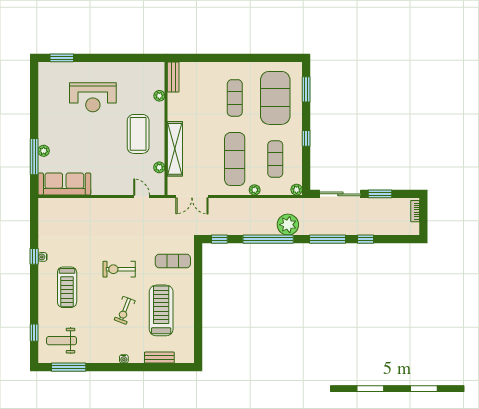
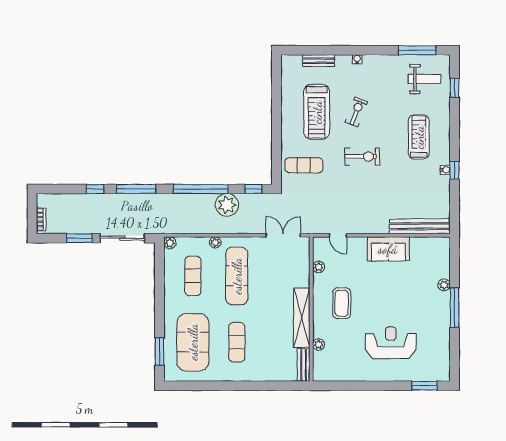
coffee table: (138, 134) -> (342, 303), width x0.73, depth x0.76
window: (306, 138) -> (159, 298), removed
shelving: (175, 149) -> (302, 318), moved
window: (34, 157) -> (454, 308), moved
sofa: (64, 184) -> (388, 249), moved, width x0.73
bench: (66, 205) -> (420, 226), added
plant: (288, 225) -> (227, 205), moved

